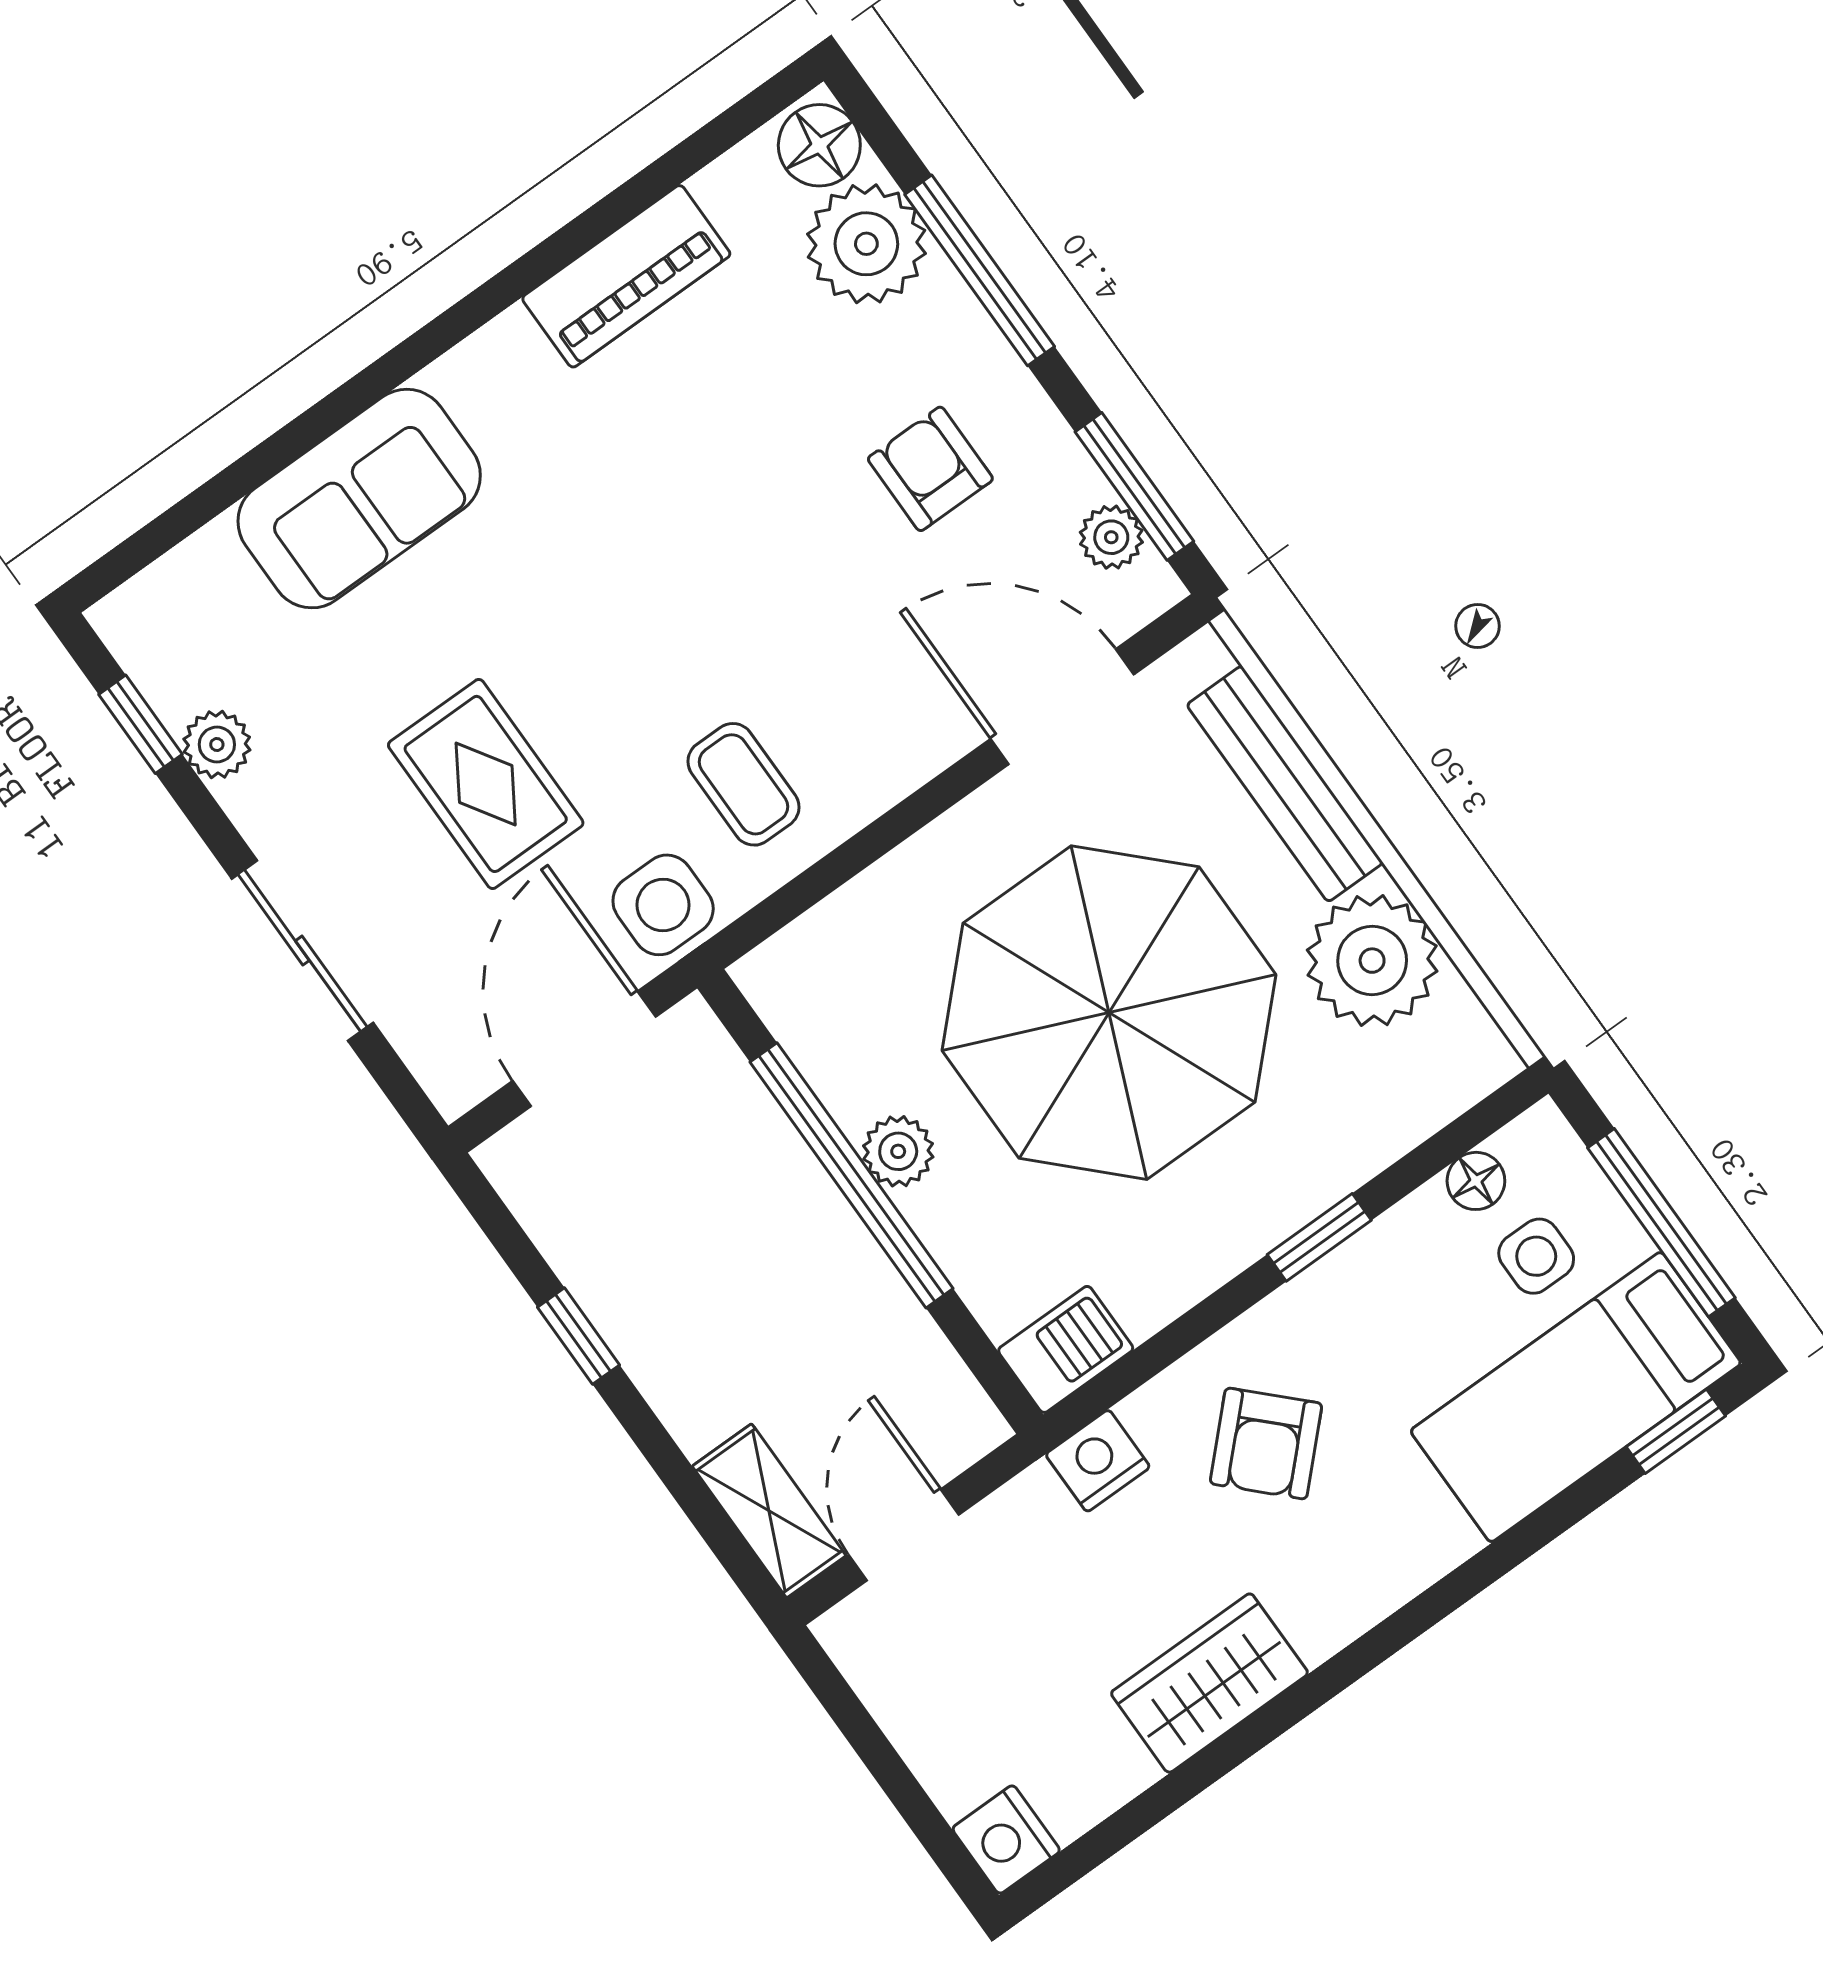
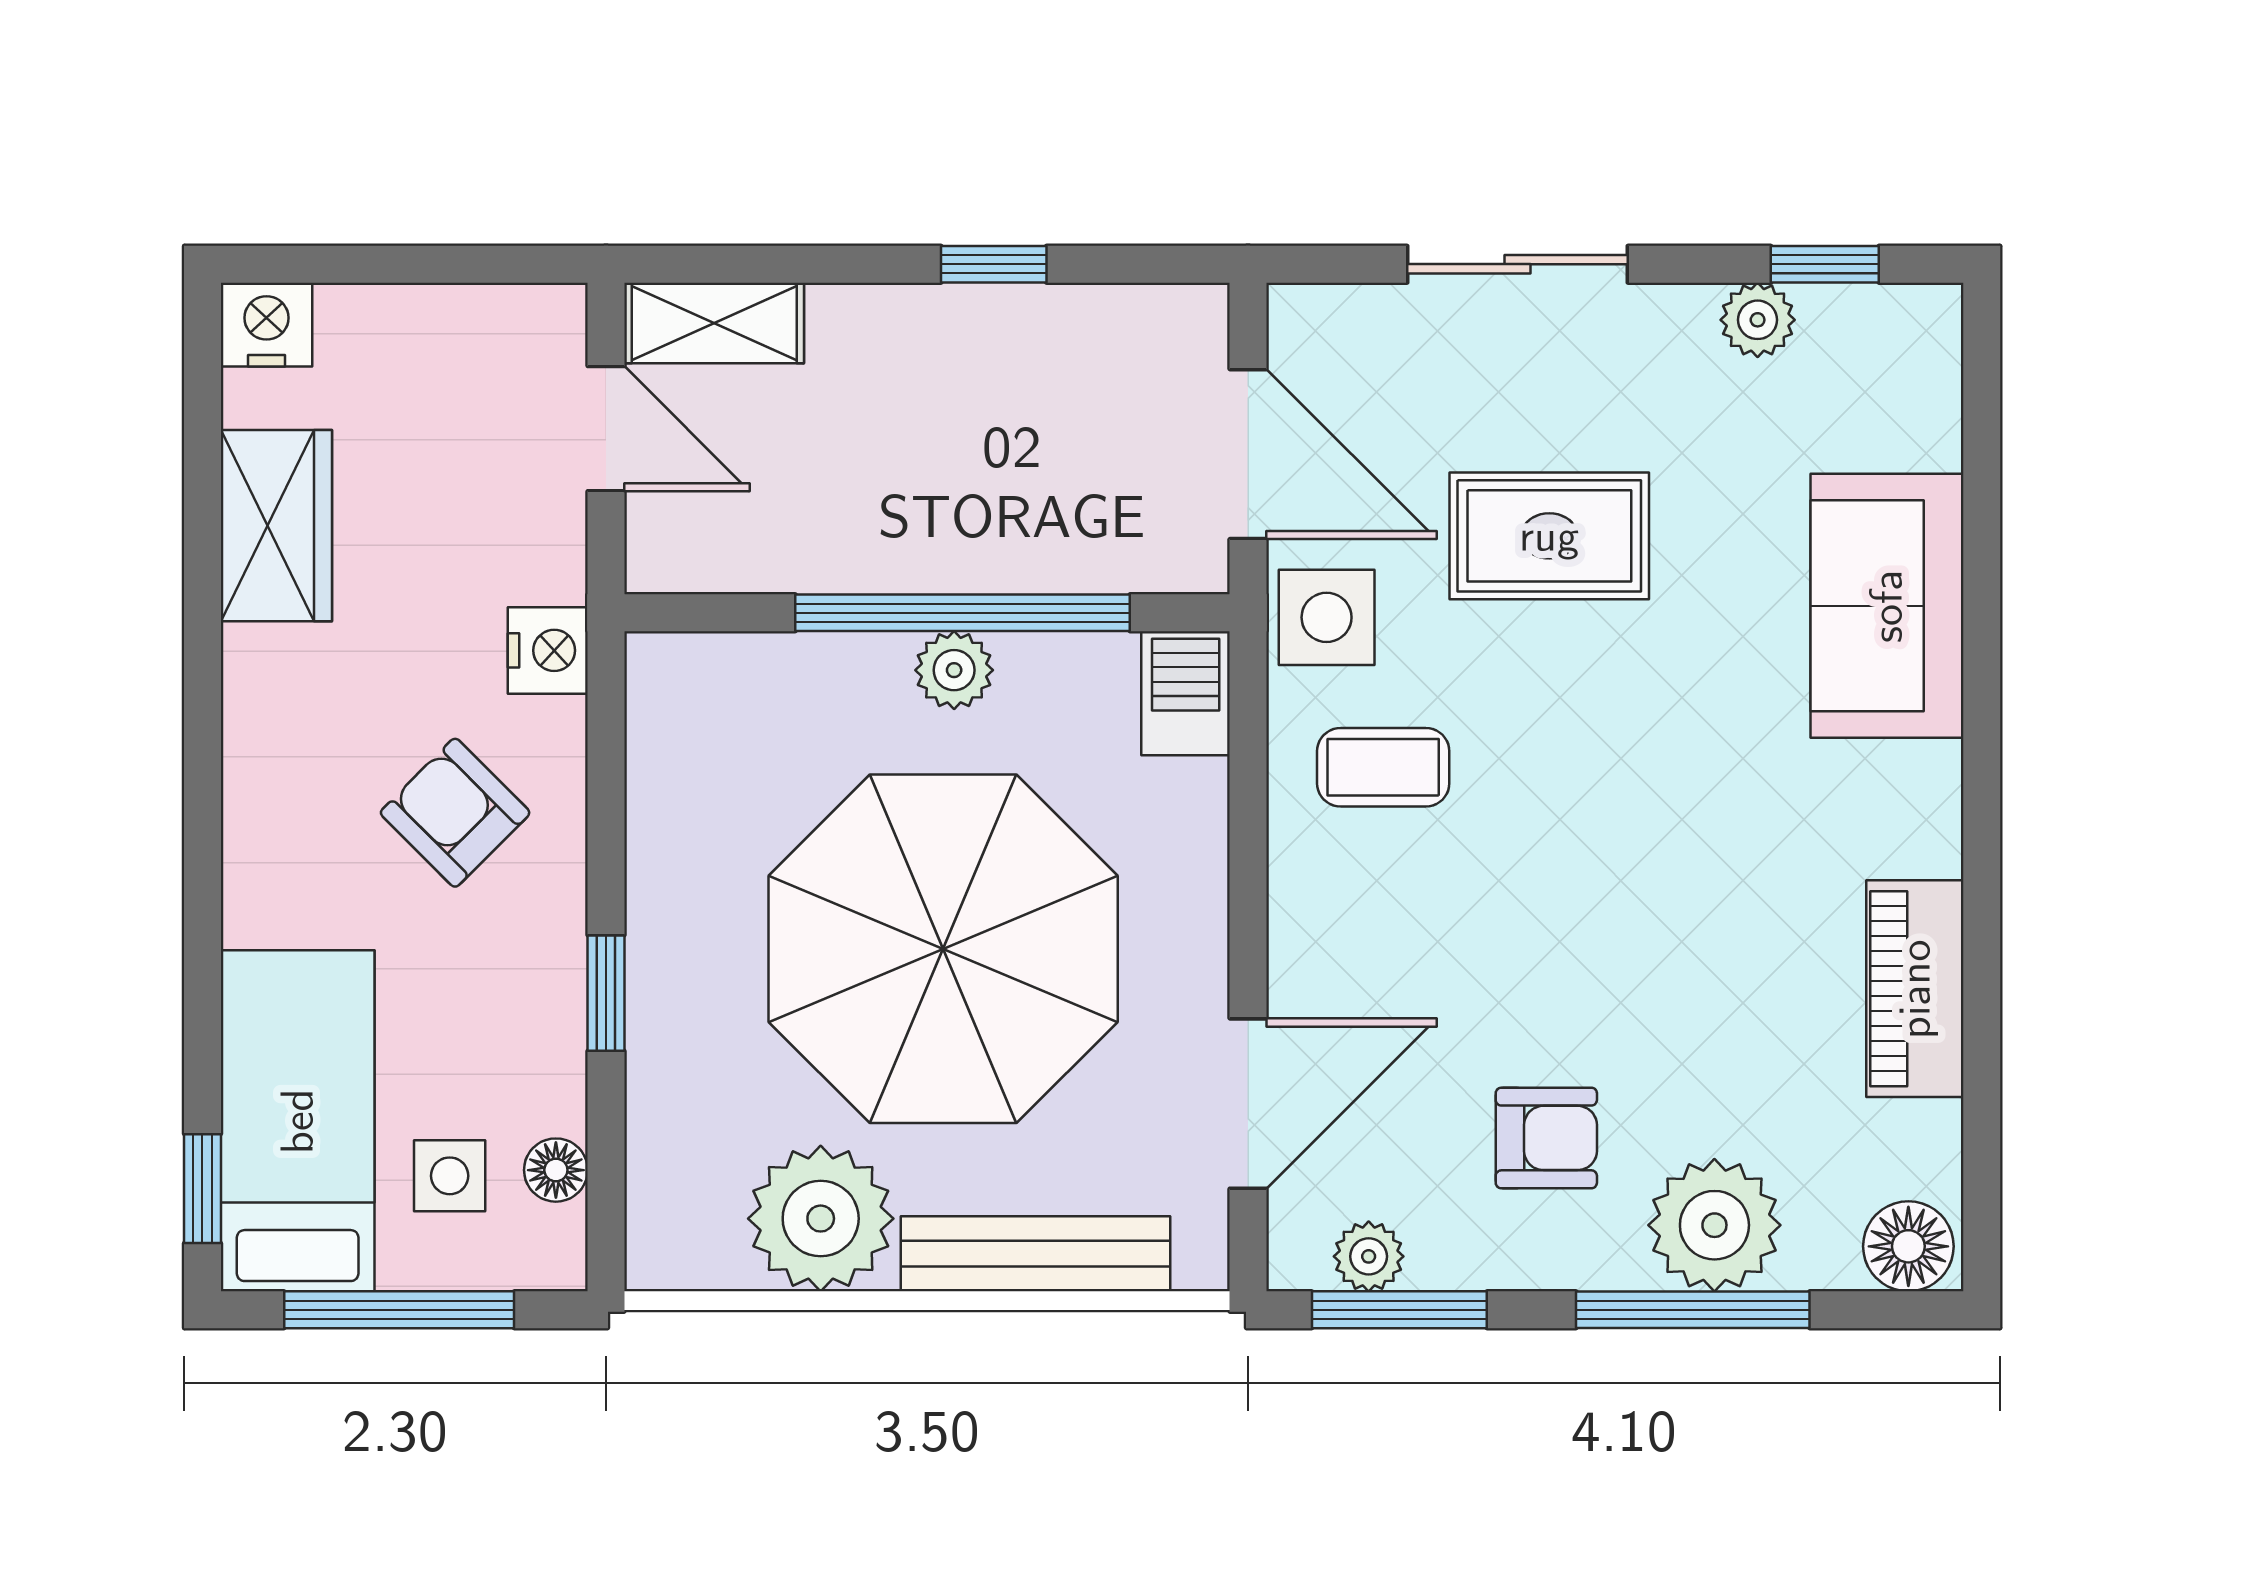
plant: (866, 244) -> (1714, 1225), moved
barbecue: (1066, 1349) -> (1186, 693), moved, turned 180
wardrobe: (1209, 1683) -> (276, 526), moved

